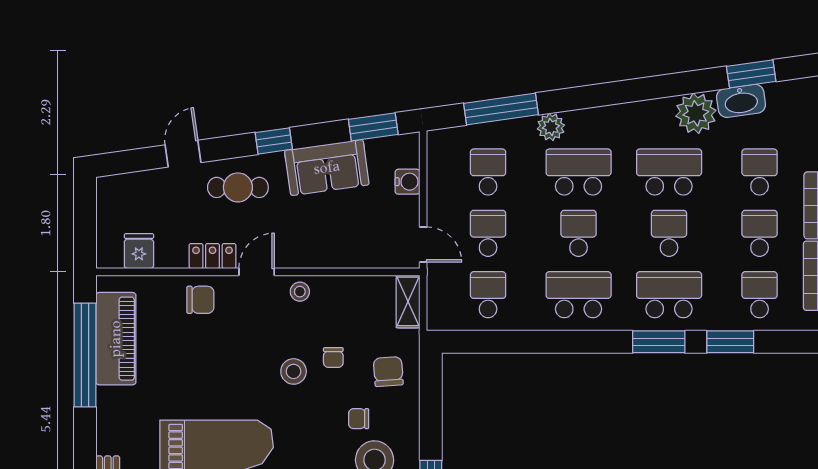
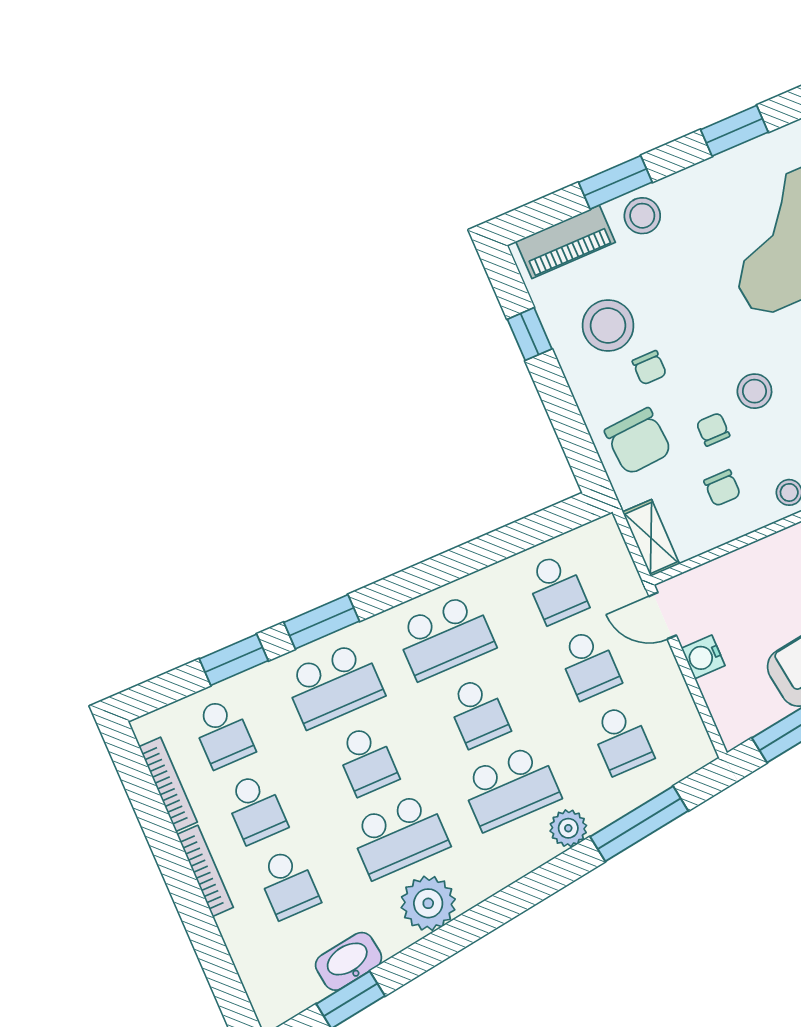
plant: (696, 113) -> (428, 903), moved
water cooler: (408, 182) -> (703, 657), moved
chair: (344, 315) -> (722, 488), added
chair: (388, 372) -> (638, 441), width x1.37, depth x1.37
chair: (359, 419) -> (649, 368), turned 90

